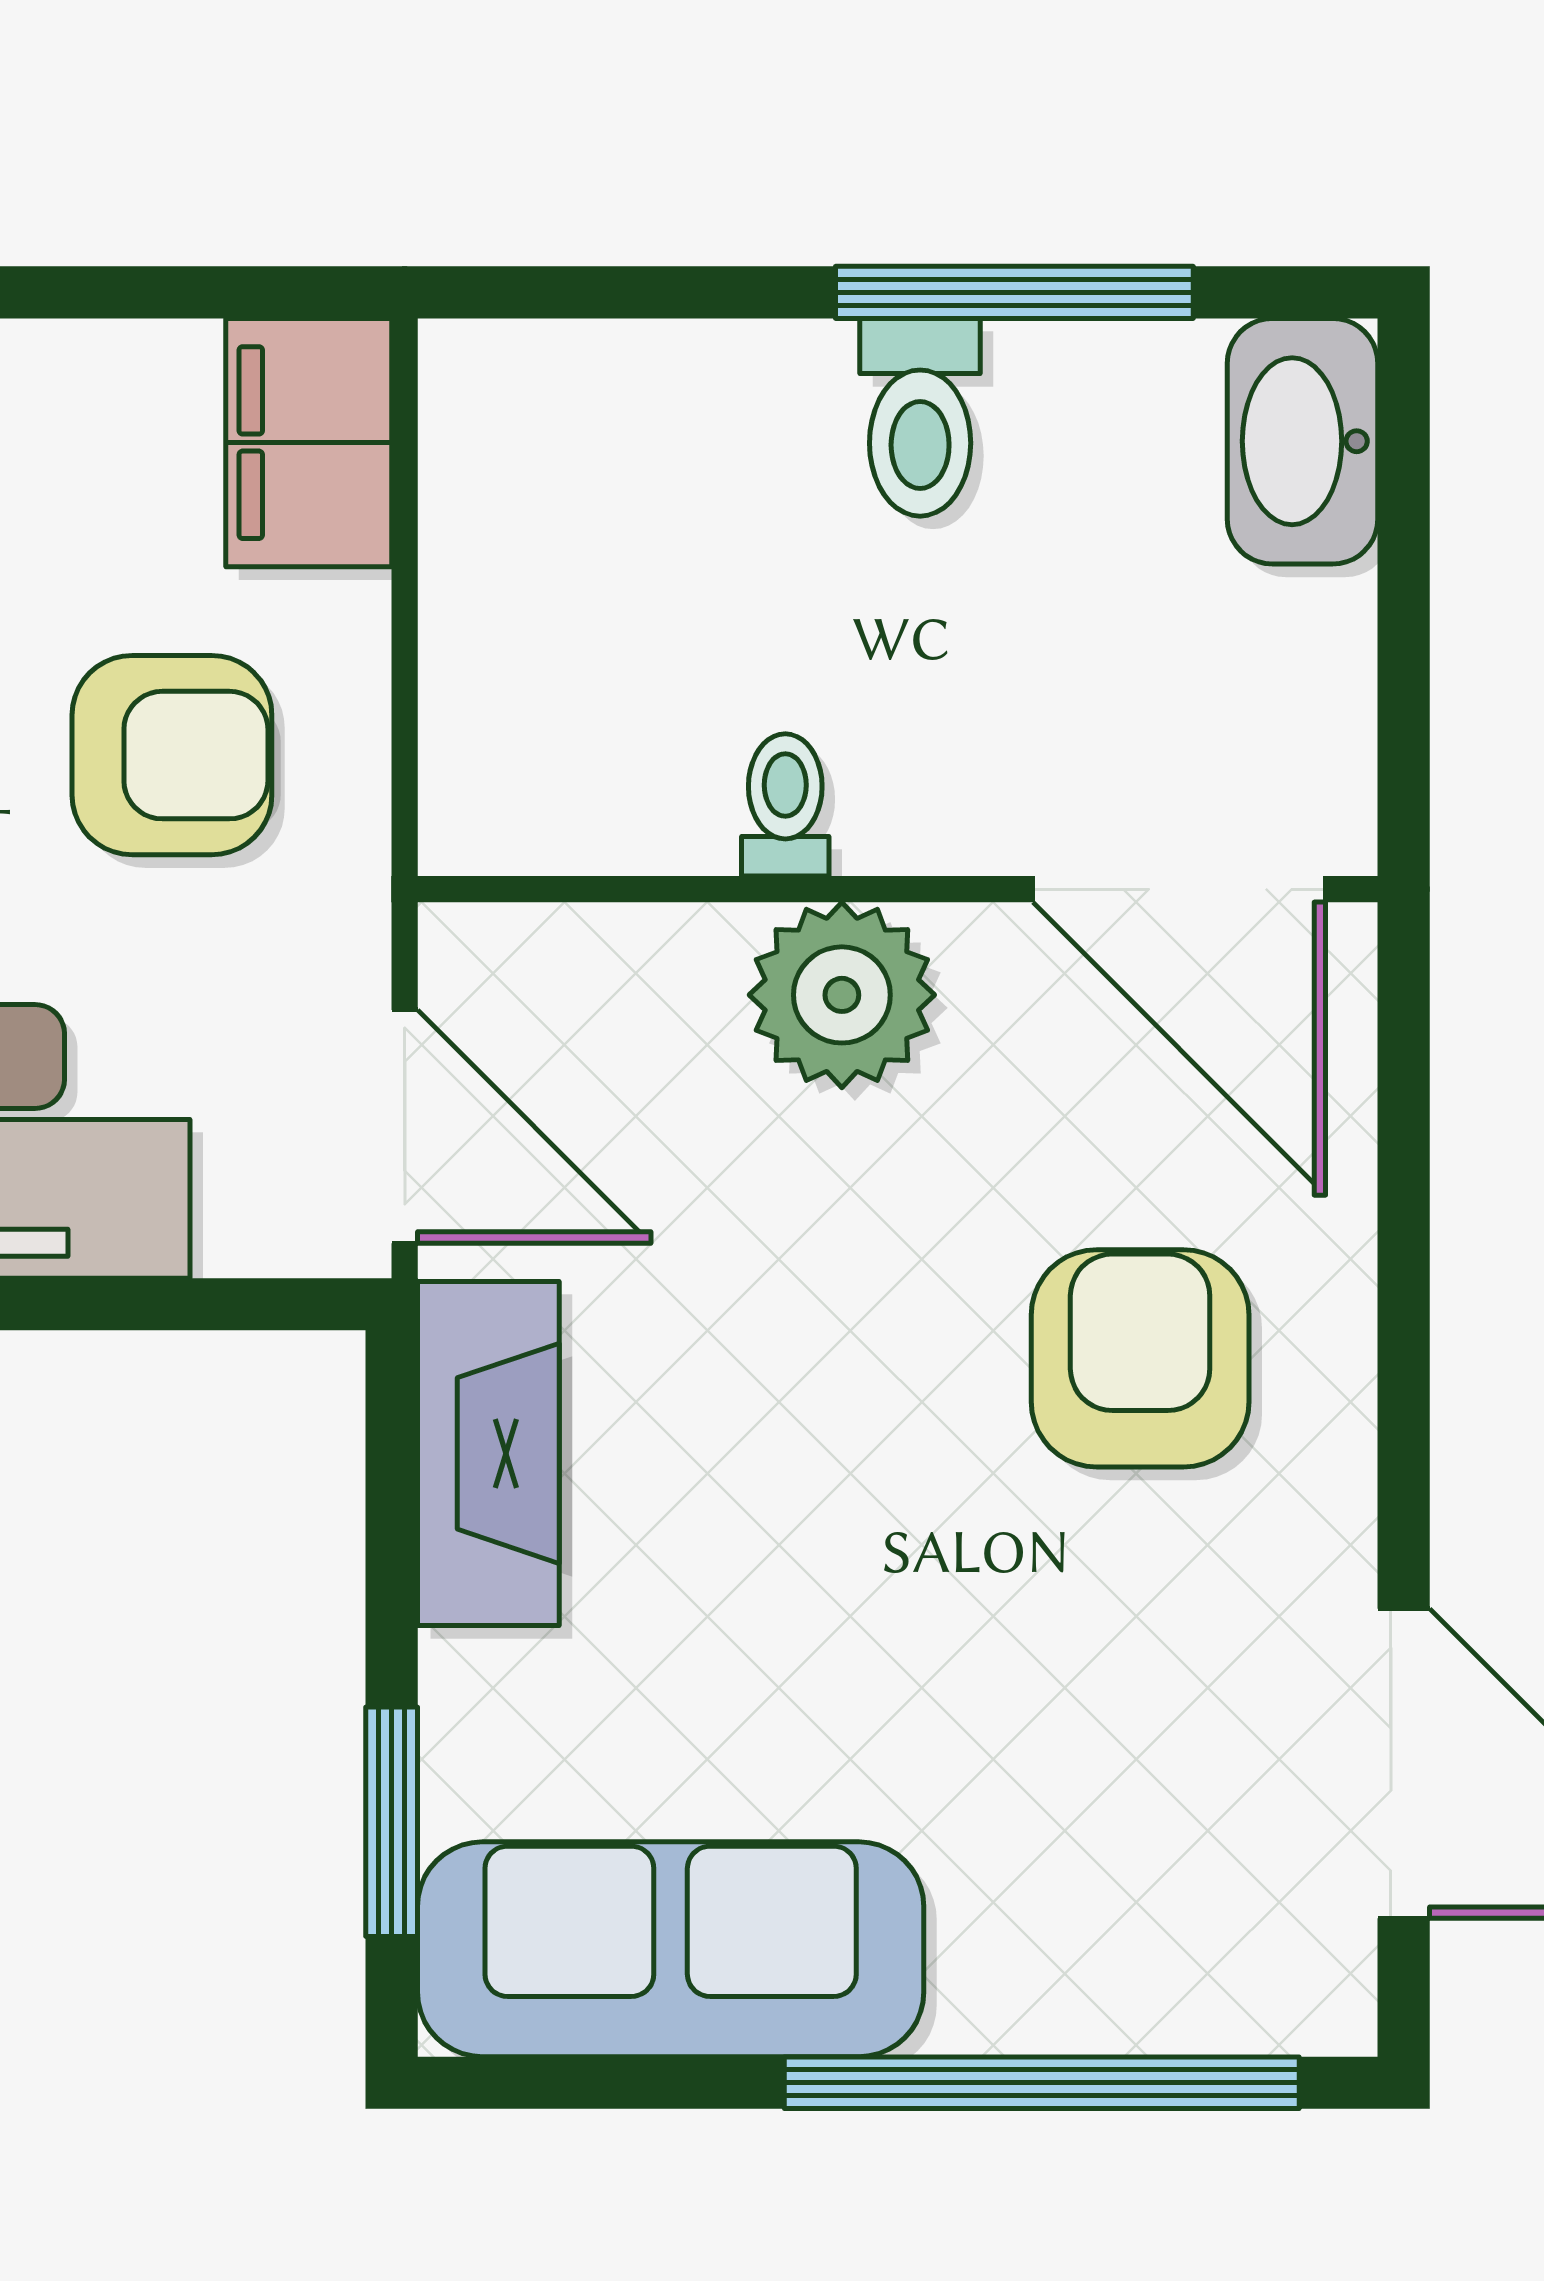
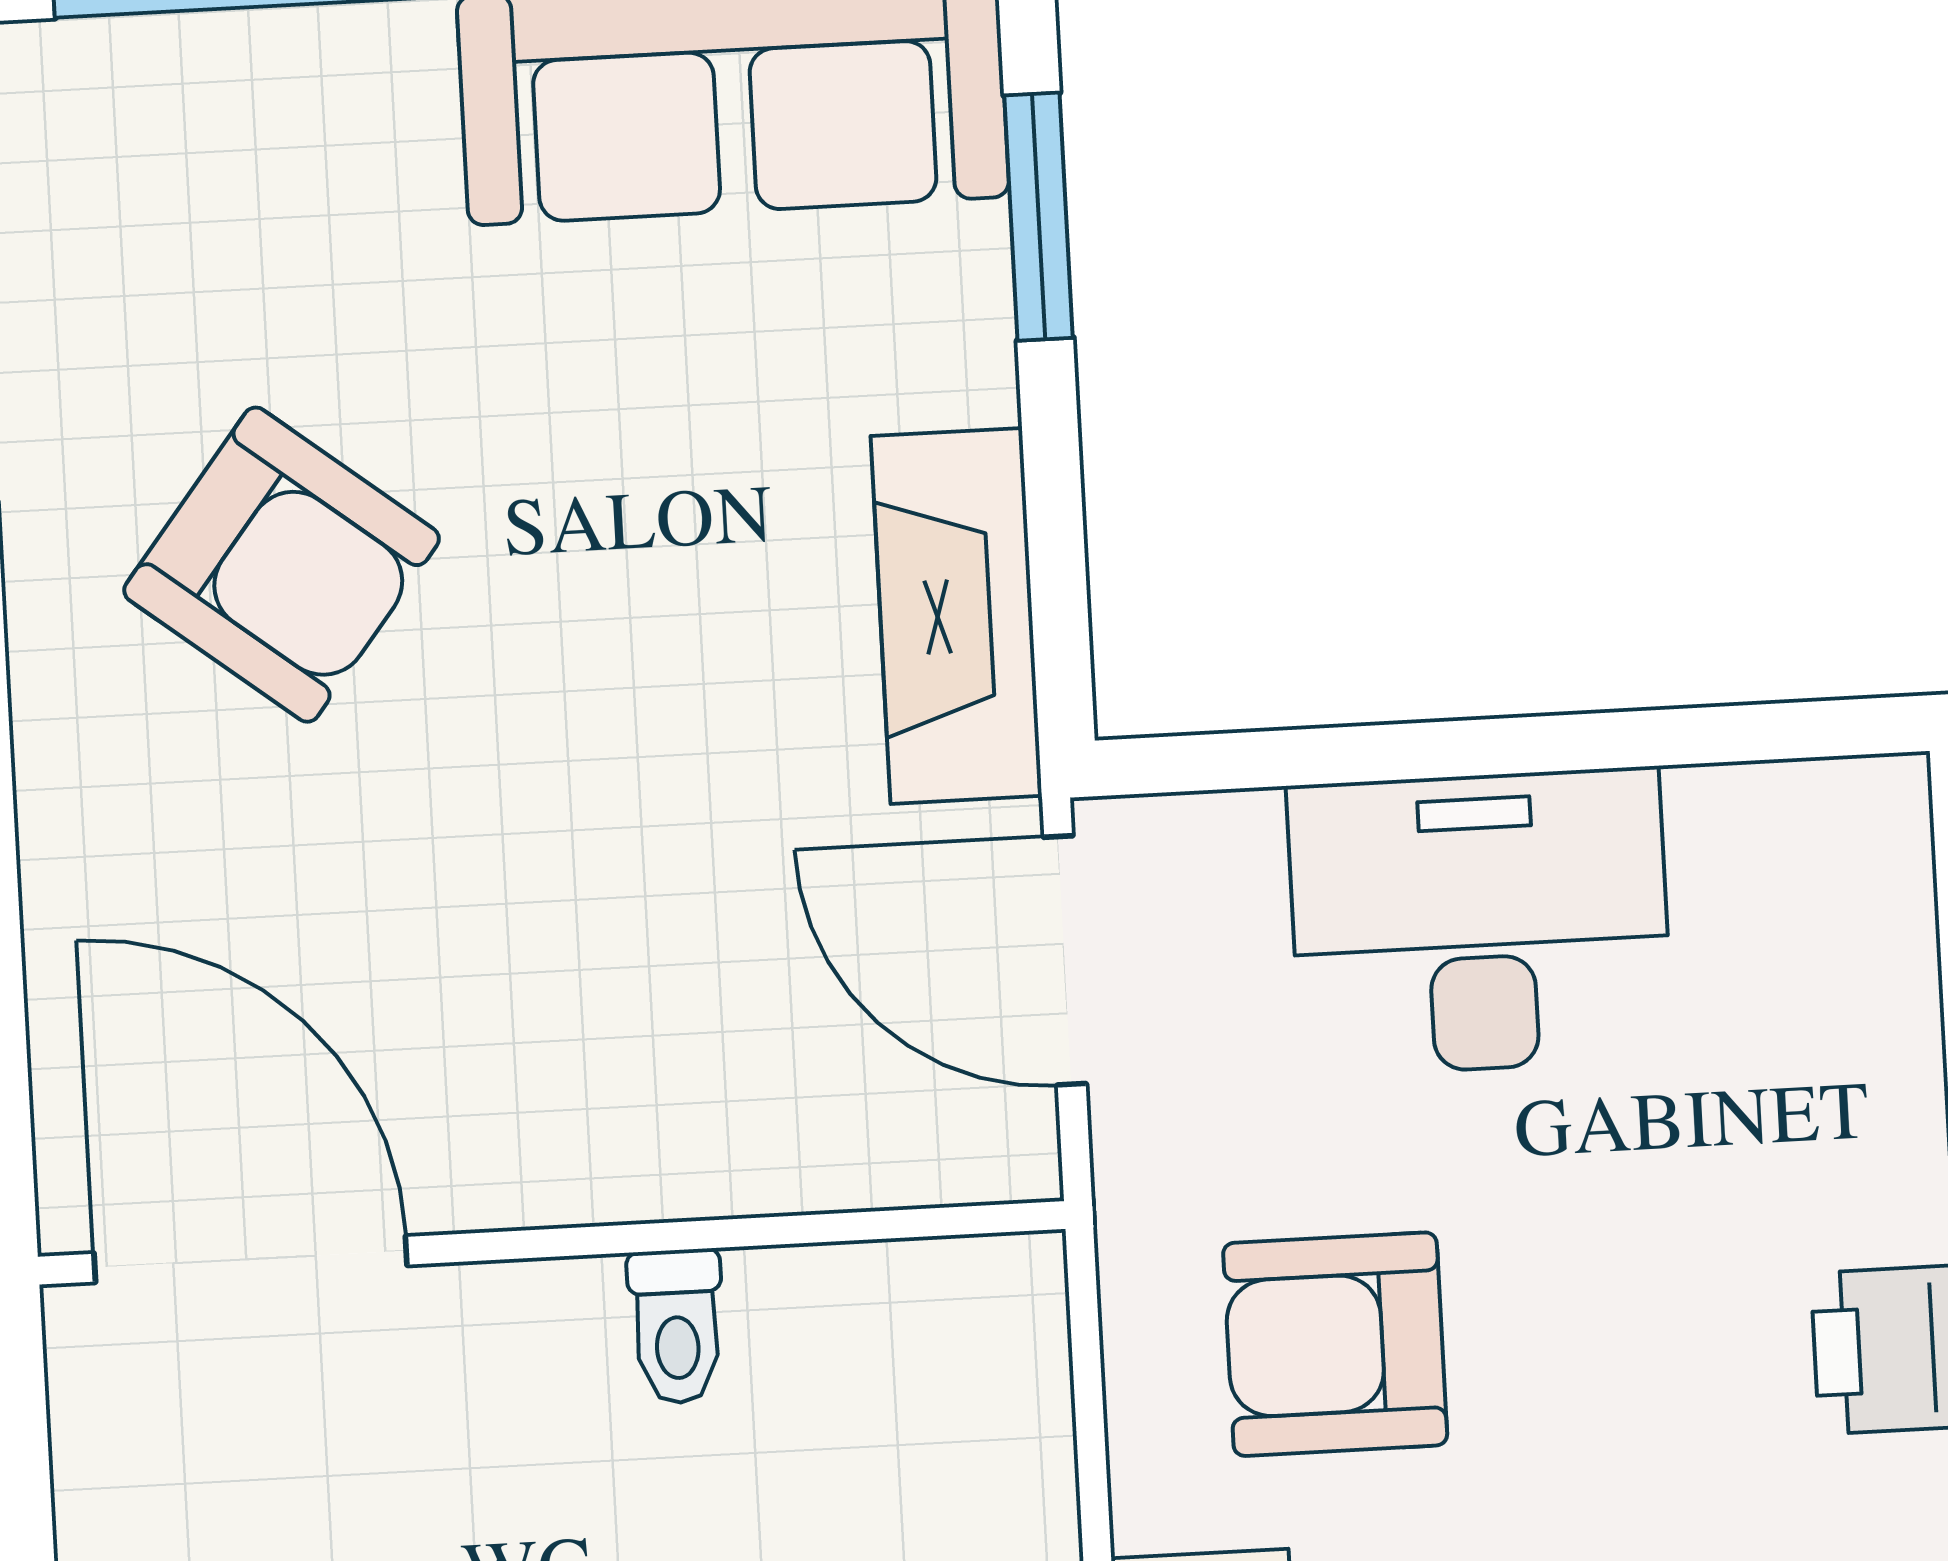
plant: (842, 995) -> (605, 1127), removed
armchair: (1140, 1358) -> (282, 565), moved, turned -52

